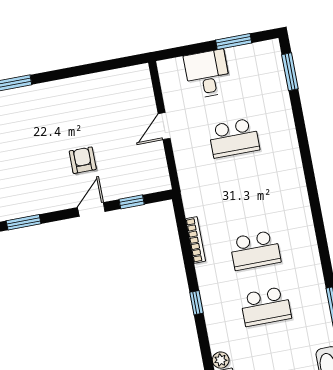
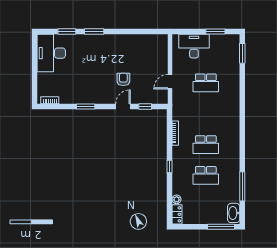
desk: (207, 74) -> (194, 46), width x1.37
door: (164, 126) -> (170, 82), moved

